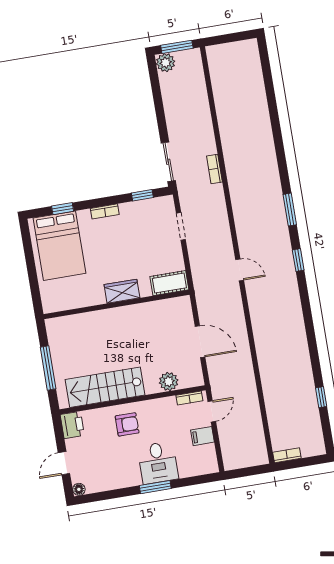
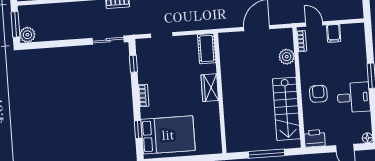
desk: (158, 463) -> (354, 97), moved

